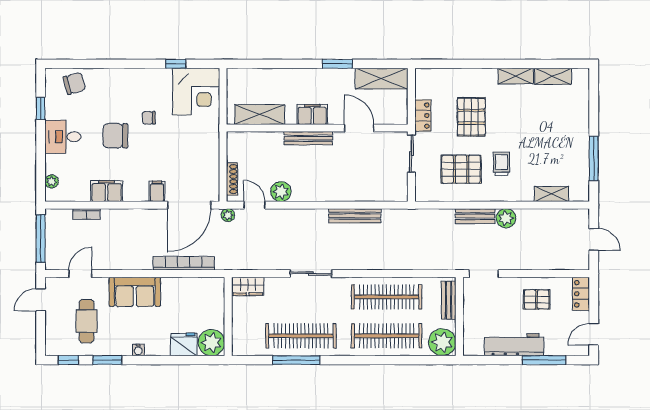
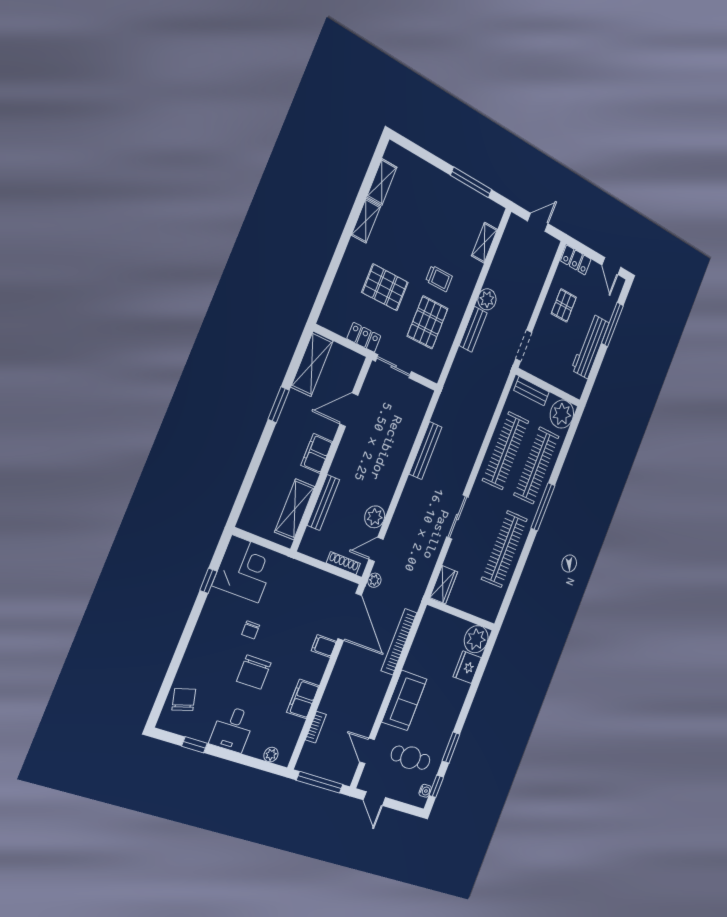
bench: (308, 138) -> (323, 502), moved
trolley: (502, 164) -> (439, 279), turned 180
water cooler: (138, 350) -> (425, 791), moved
window: (296, 360) -> (543, 507), moved

